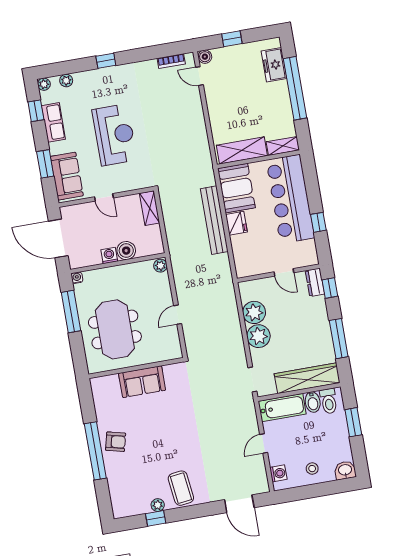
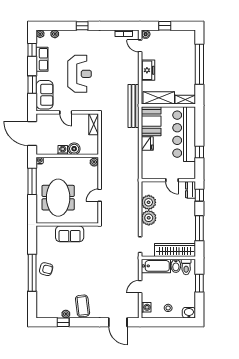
freezer: (274, 65) -> (148, 70), moved, turned 180
bench: (214, 220) -> (133, 106), moved

